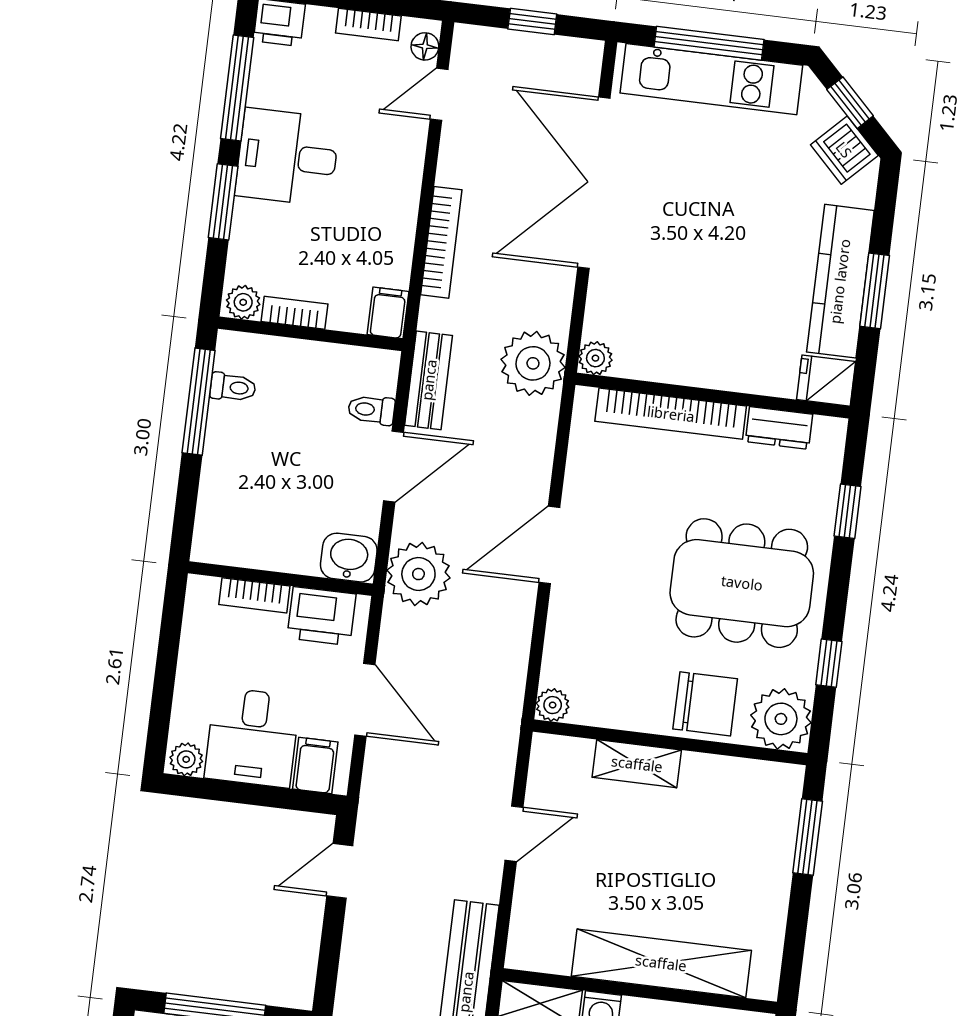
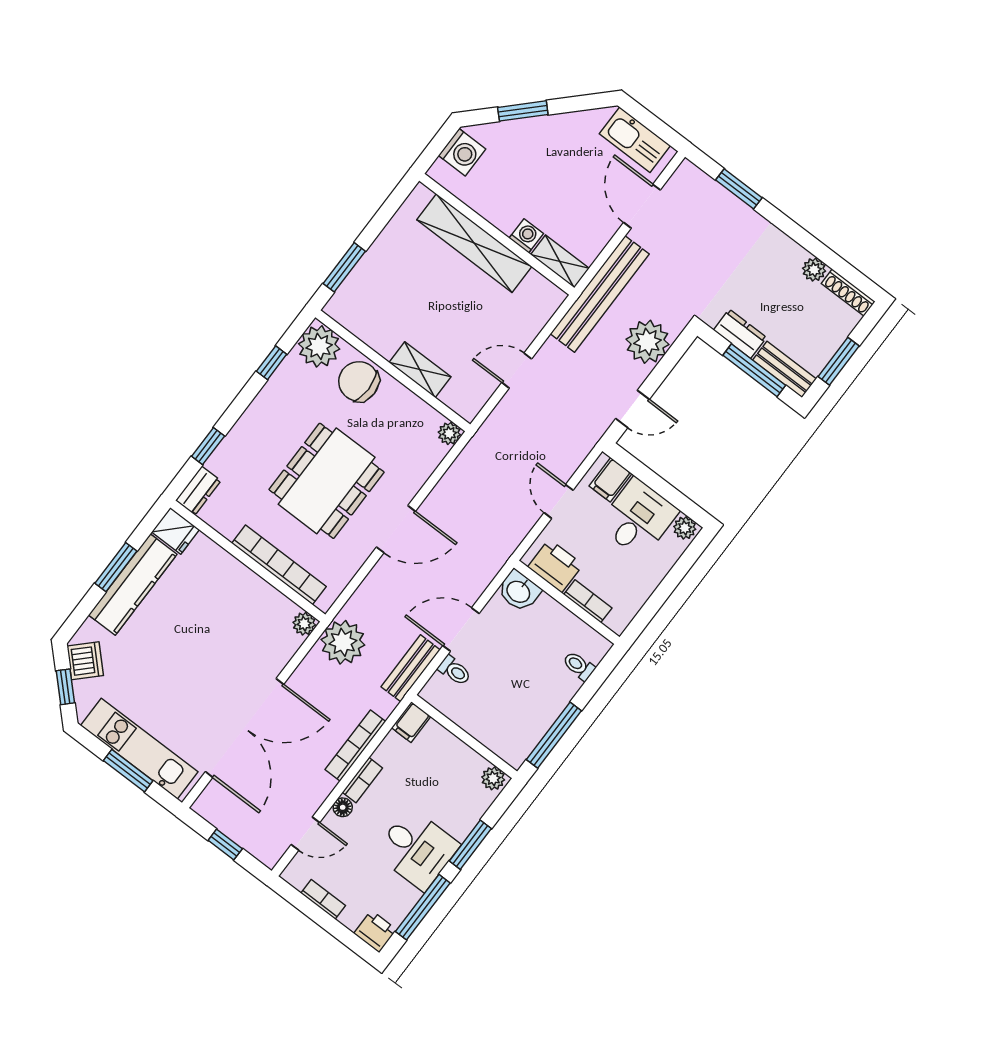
window: (709, 43) -> (128, 771), width x0.69
floor lamp: (425, 46) -> (343, 807), moved
bookcase: (294, 313) -> (363, 780), moved, turned -90
toilet: (233, 387) -> (579, 666), moved
dresser: (779, 428) -> (198, 491), moved, turned 90
plant: (418, 574) -> (647, 342), moved
dining table: (742, 583) -> (327, 481), moved, turned 90
door: (365, 700) -> (559, 501), width x0.73

